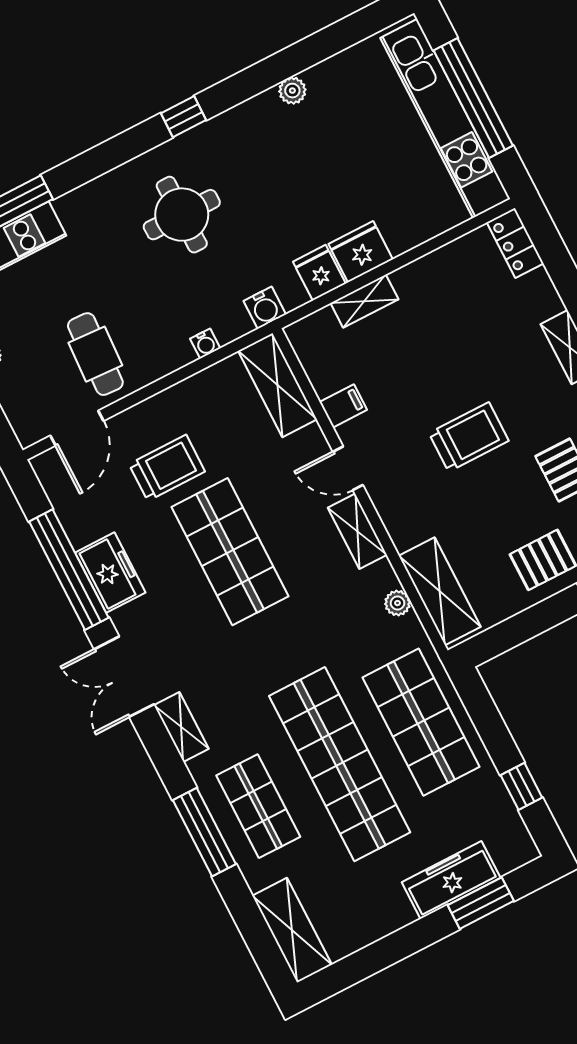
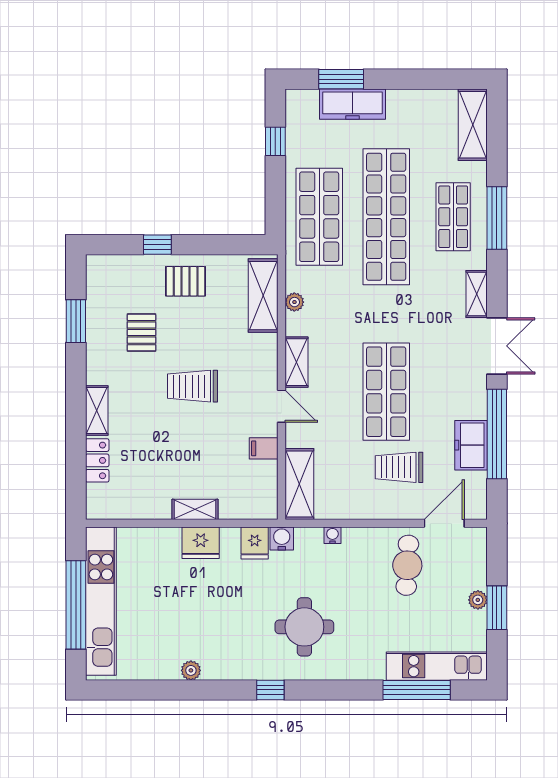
locker: (515, 243) -> (97, 460), moved
fridge: (319, 273) -> (255, 543), moved
shelving: (364, 301) -> (195, 509), moved
freezer: (110, 573) -> (471, 445), moved

